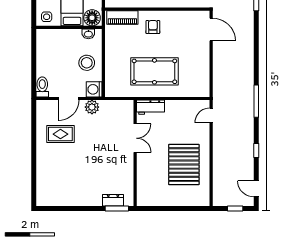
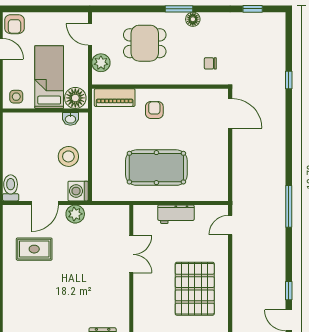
workbench: (151, 107) -> (176, 214), moved
window: (256, 150) -> (289, 291), moved

